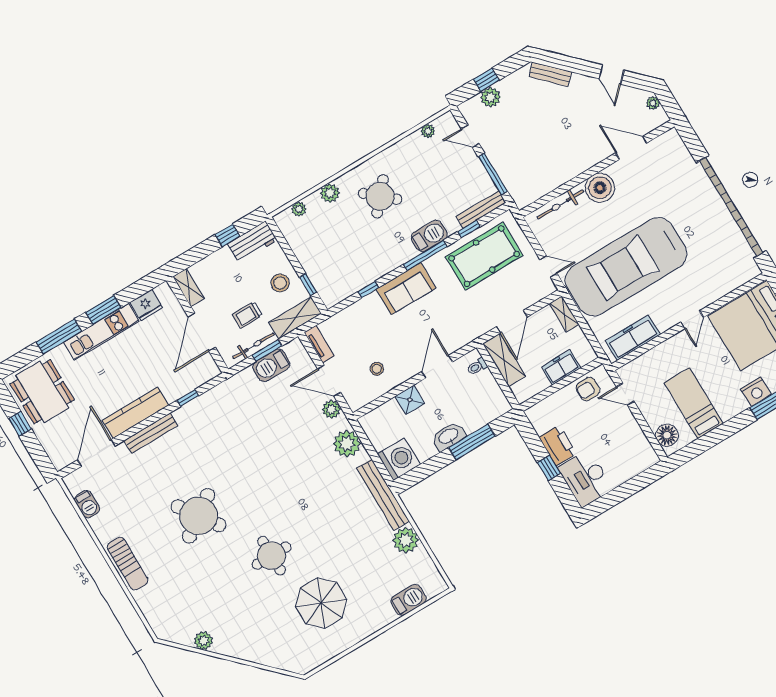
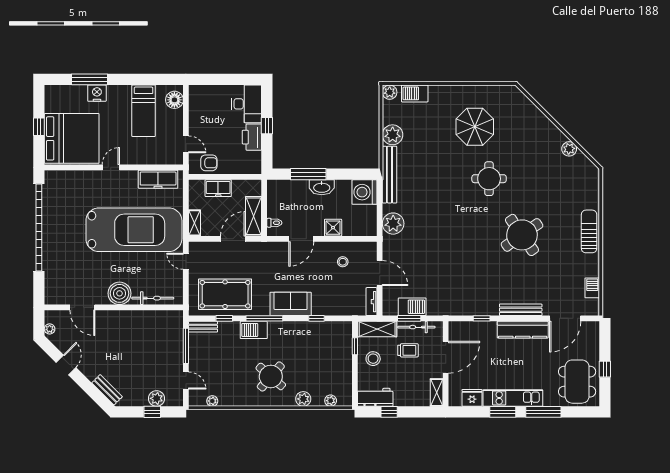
bench: (481, 210) -> (203, 327), width x0.73
plant: (331, 409) -> (390, 92), moved

